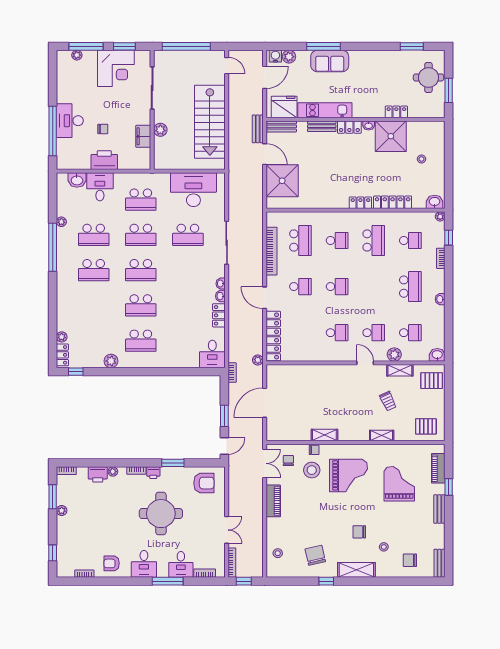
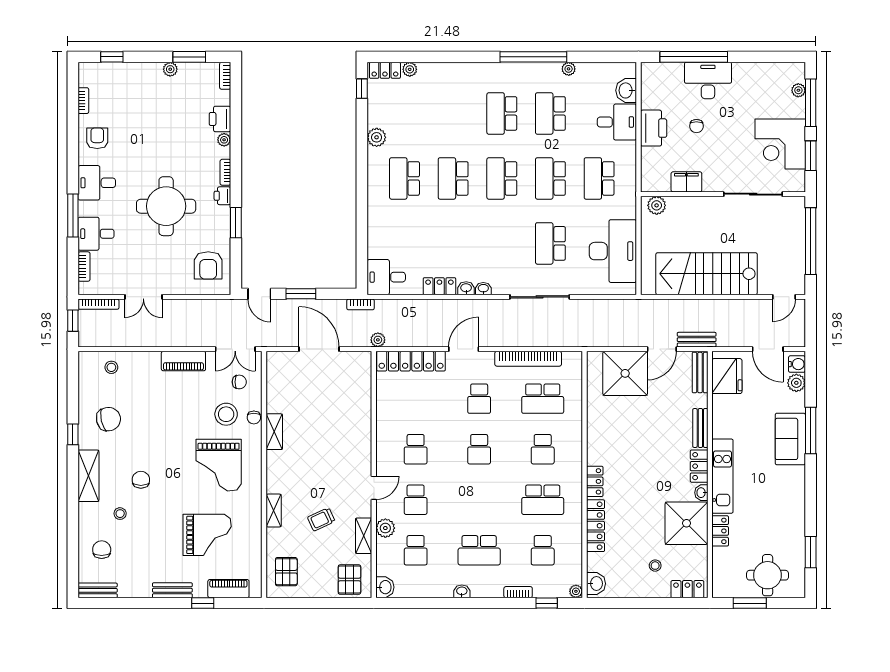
kitchen unit: (325, 110) -> (722, 476), moved
plant: (160, 130) -> (657, 205), moved
locker: (439, 136) -> (687, 589), added

